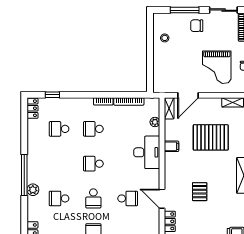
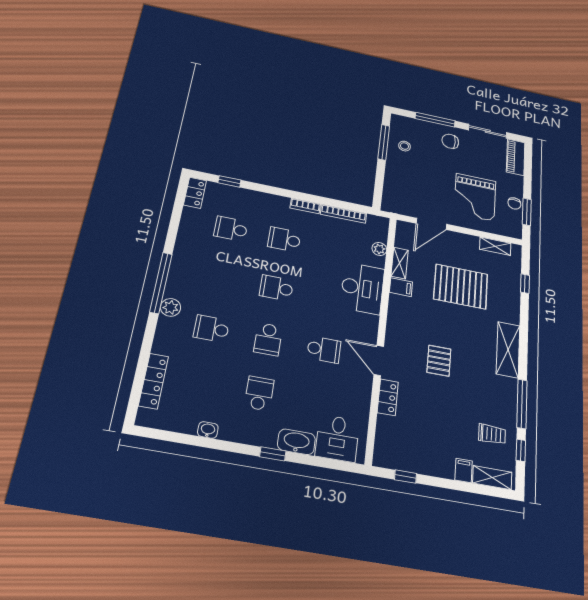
window: (150, 39) -> (384, 142), added
shelving: (169, 108) -> (400, 263), moved

